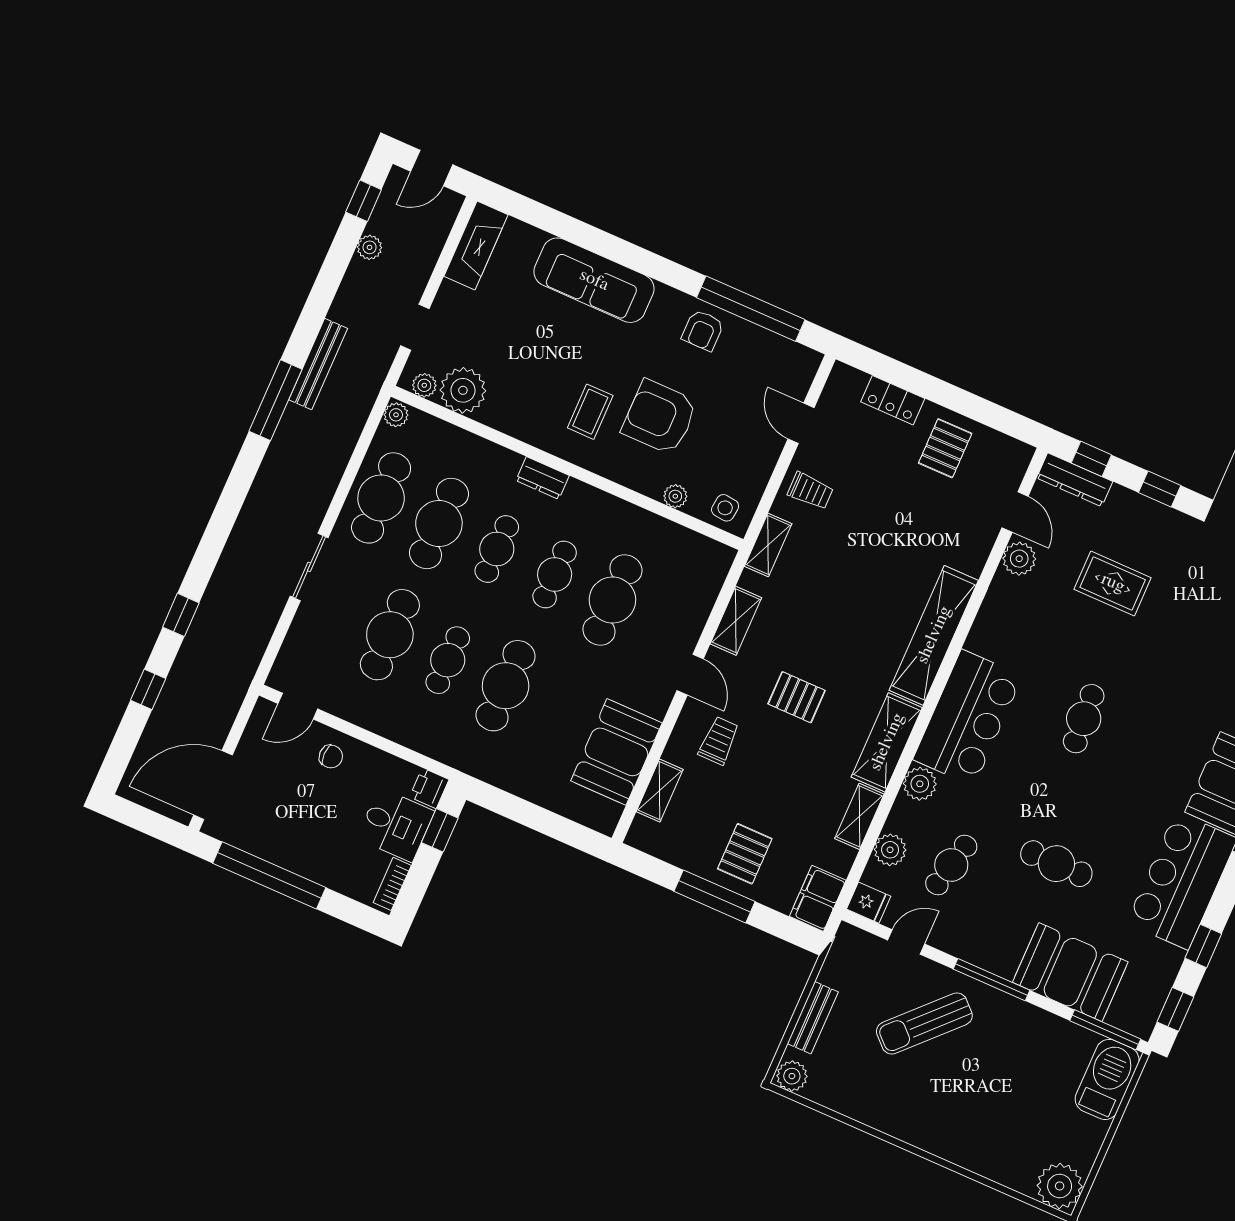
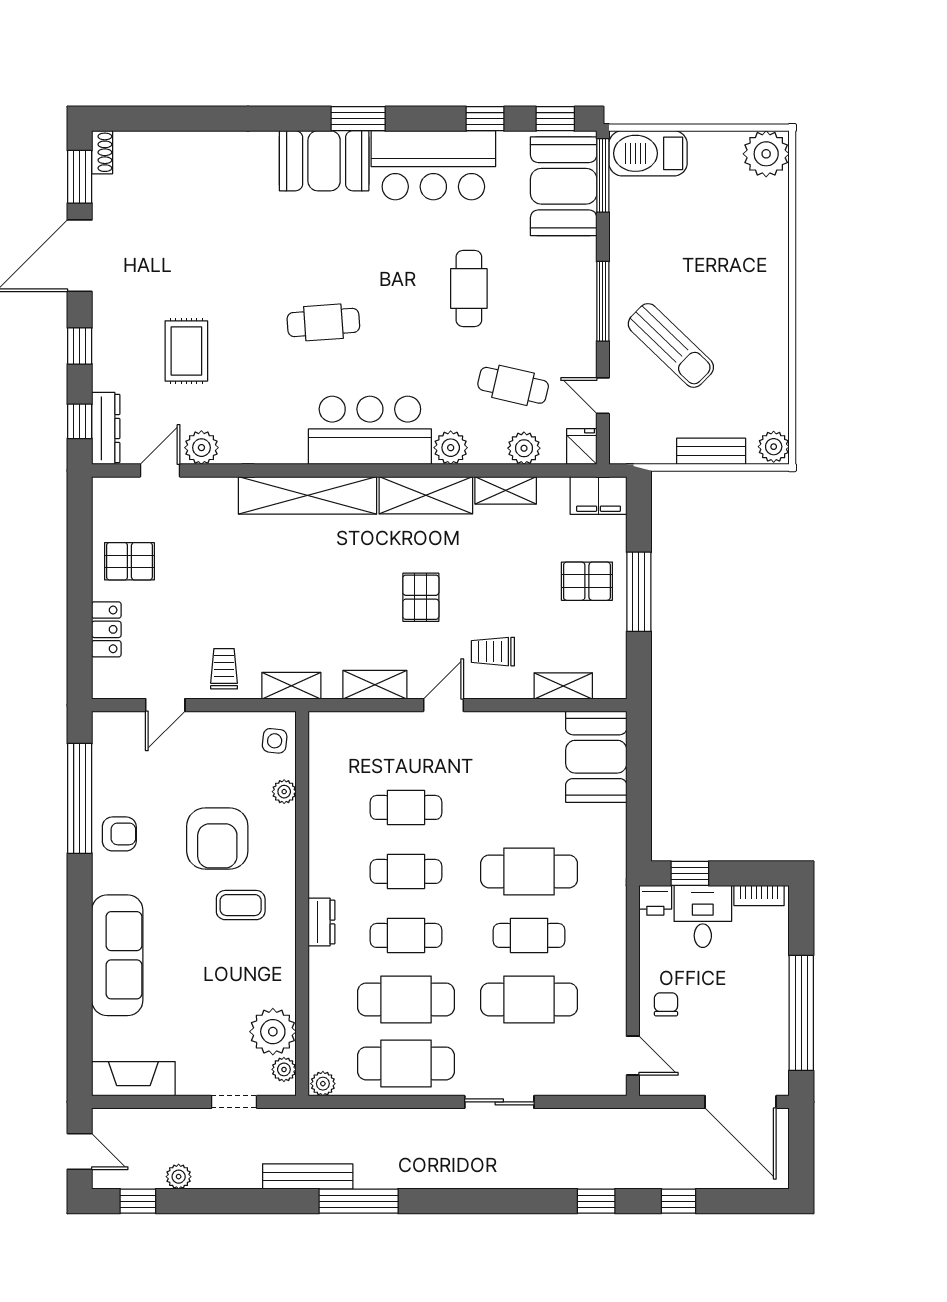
cafe table: (612, 600) -> (406, 807), width x0.73, depth x0.74
booth: (616, 752) -> (596, 757), moved, turned 90
booth: (1070, 972) -> (564, 186), moved

